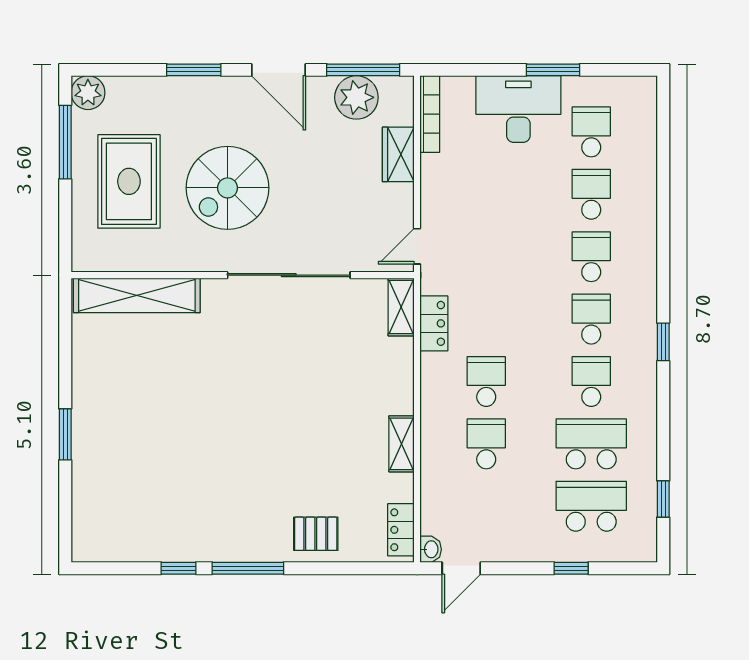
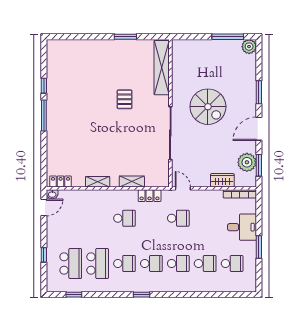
window: (363, 70) -> (259, 165), width x0.69
desk: (518, 109) -> (242, 227), width x0.73
rug: (129, 181) -> (211, 64), removed
spiral stairs: (228, 188) -> (208, 107), turned 180
shelving: (401, 307) -> (132, 182), moved
window: (65, 434) -> (125, 37), moved
school desk: (486, 444) -> (178, 218), moved
pallet: (316, 534) -> (125, 99), moved
door: (461, 568) -> (44, 207), swing flipped

